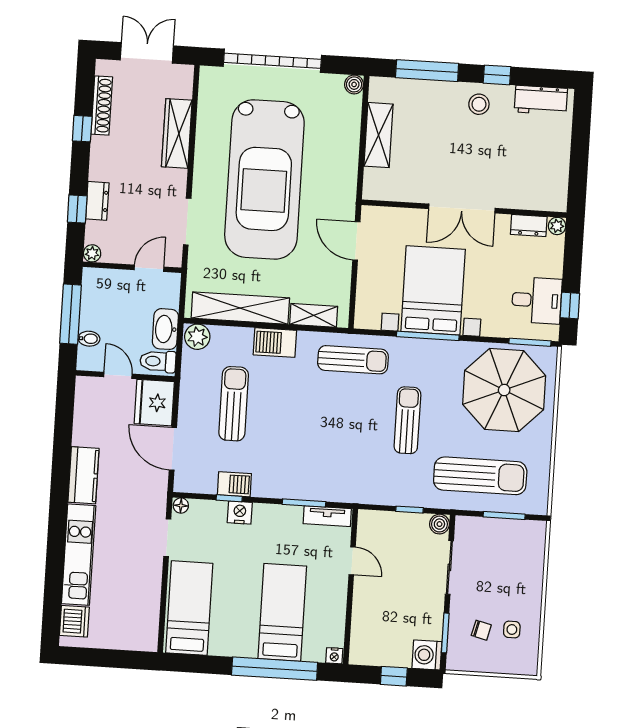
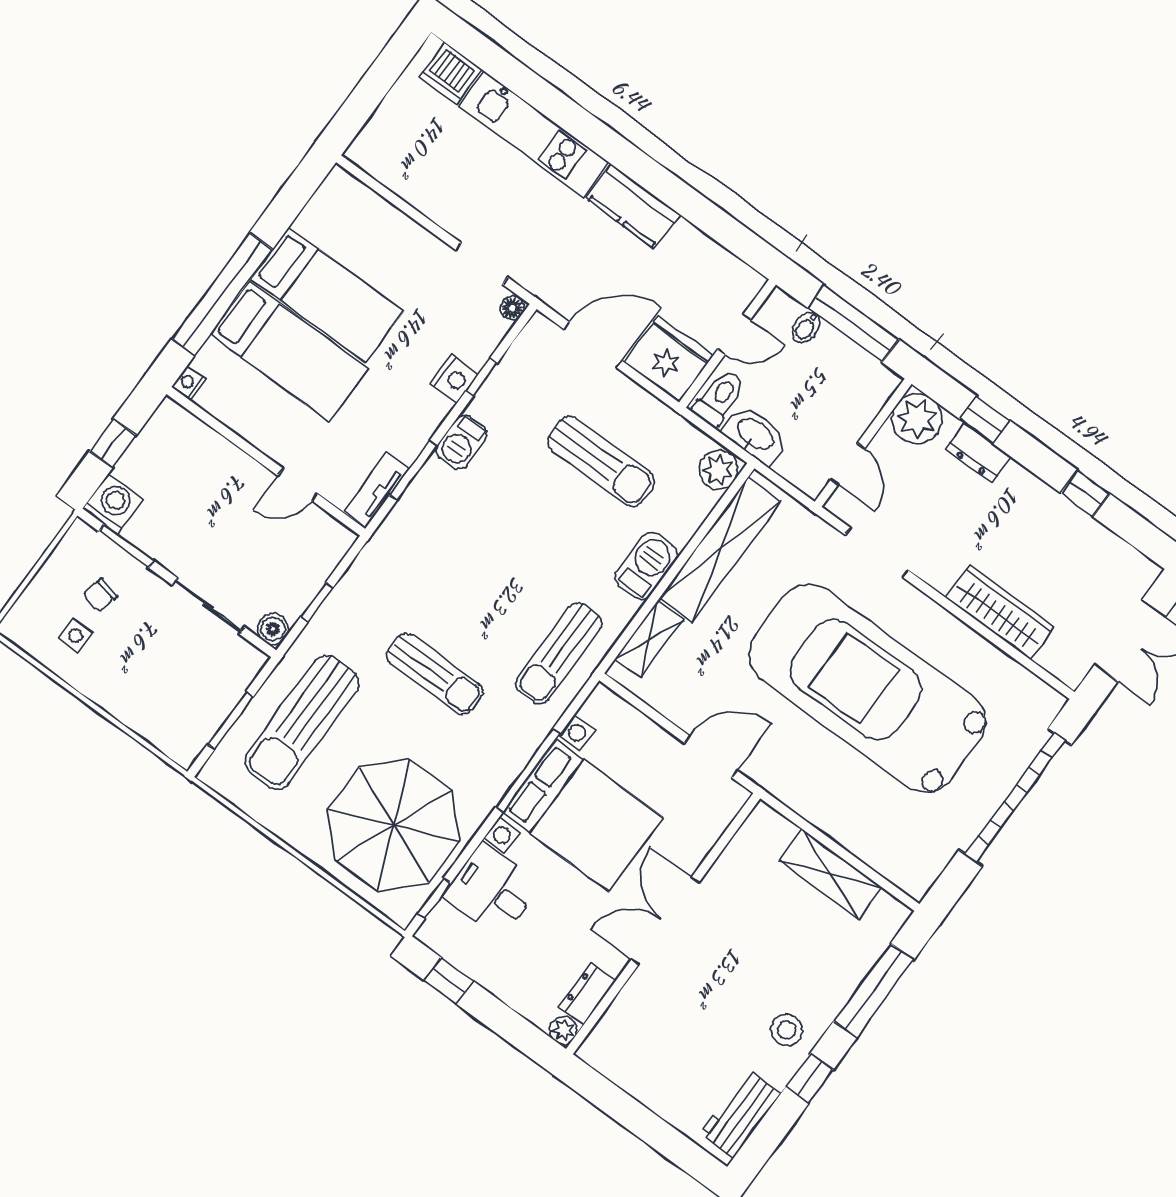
boiler: (354, 84) -> (916, 884), removed
shoe rack: (102, 106) -> (1099, 538), removed
plant: (92, 253) -> (917, 419), width x1.88, depth x1.88
desk: (537, 300) -> (492, 890), moved, turned 90
window: (530, 342) -> (434, 898), width x0.67
barbecue: (234, 484) -> (462, 442), moved
bed: (189, 608) -> (327, 295), moved

